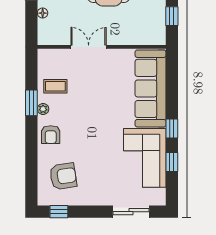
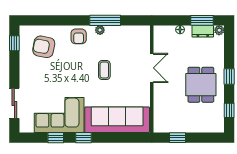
coffee table: (55, 86) -> (104, 70), moved
window: (31, 103) -> (105, 20), width x1.44
armchair: (51, 135) -> (79, 36), turned -90
armchair: (63, 176) -> (44, 47), turned 110

